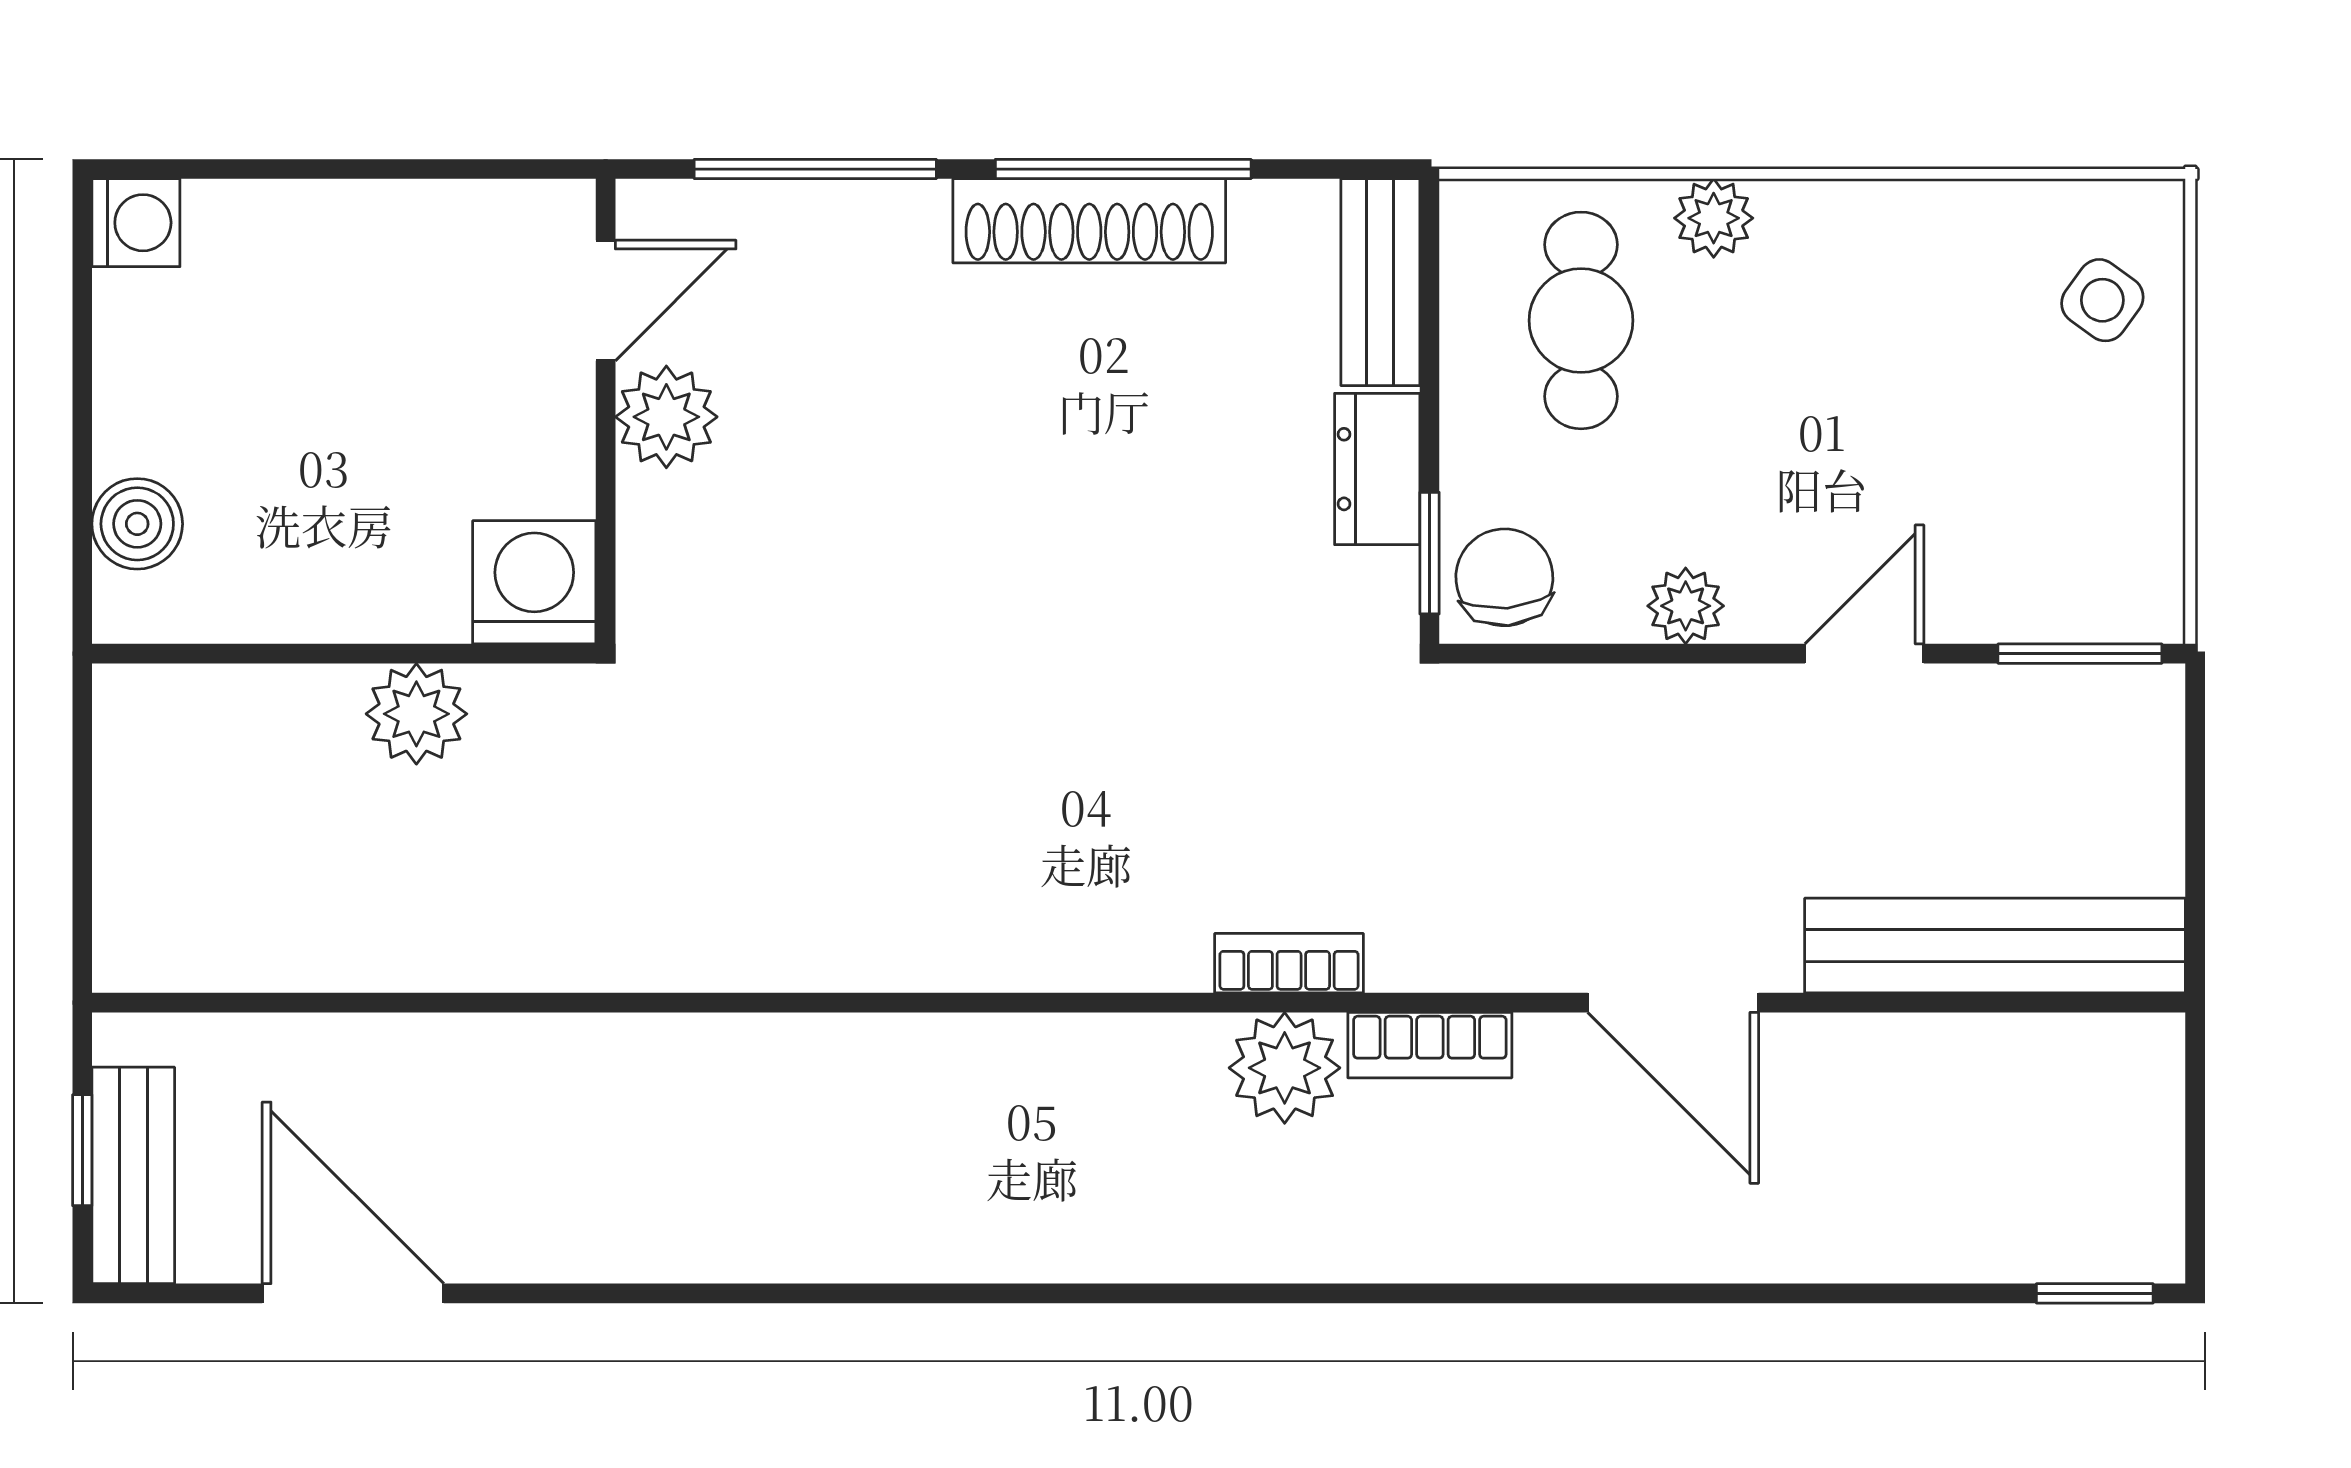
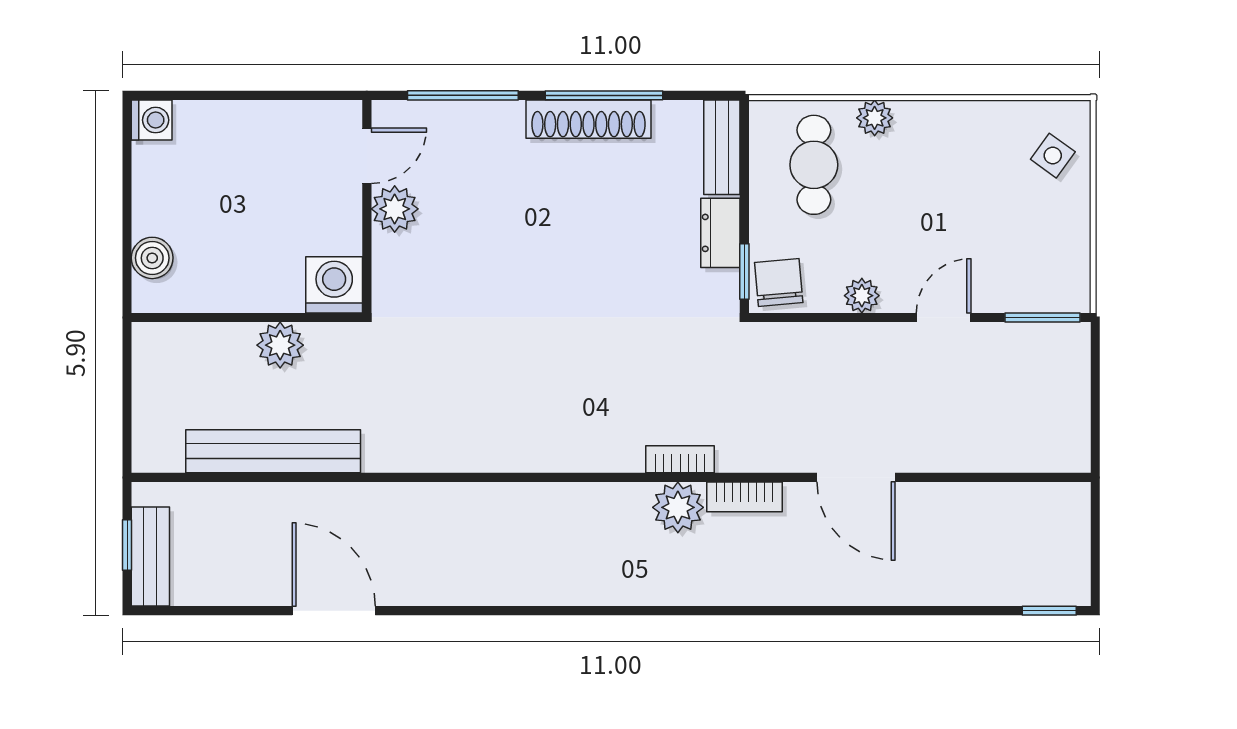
bench: (1995, 946) -> (273, 451), moved
door: (353, 1293) -> (334, 611), moved

